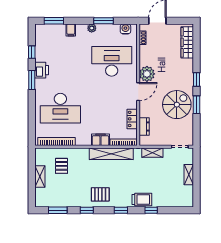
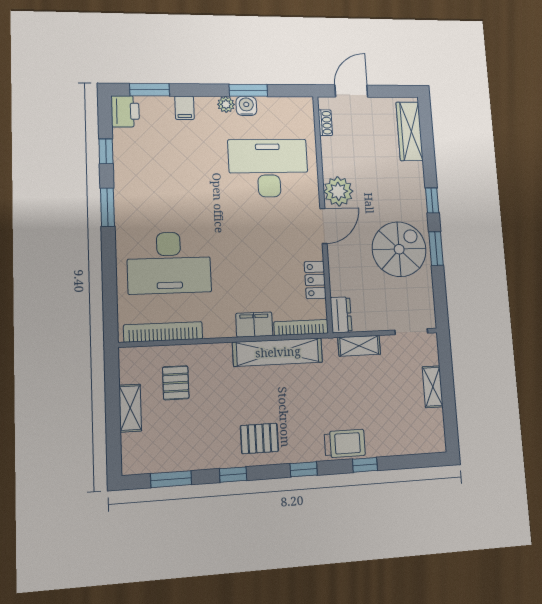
water cooler: (125, 29) -> (246, 106), moved
printer: (42, 70) -> (125, 111), moved
dresser: (144, 126) -> (341, 315), moved

